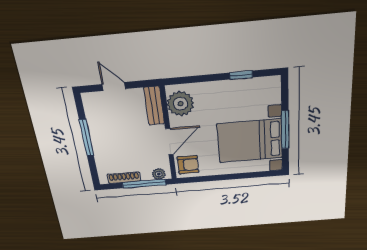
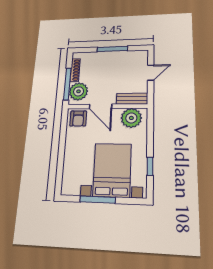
bed with nightstands: (250, 141) -> (112, 170), moved
plant: (159, 174) -> (79, 91), width x1.88, depth x1.88

